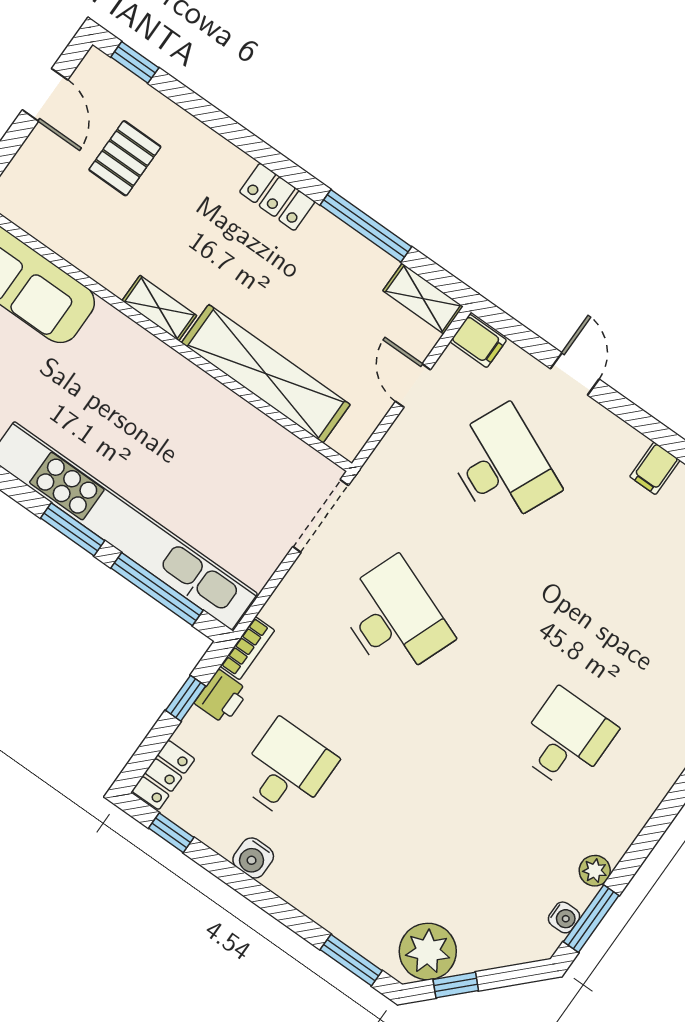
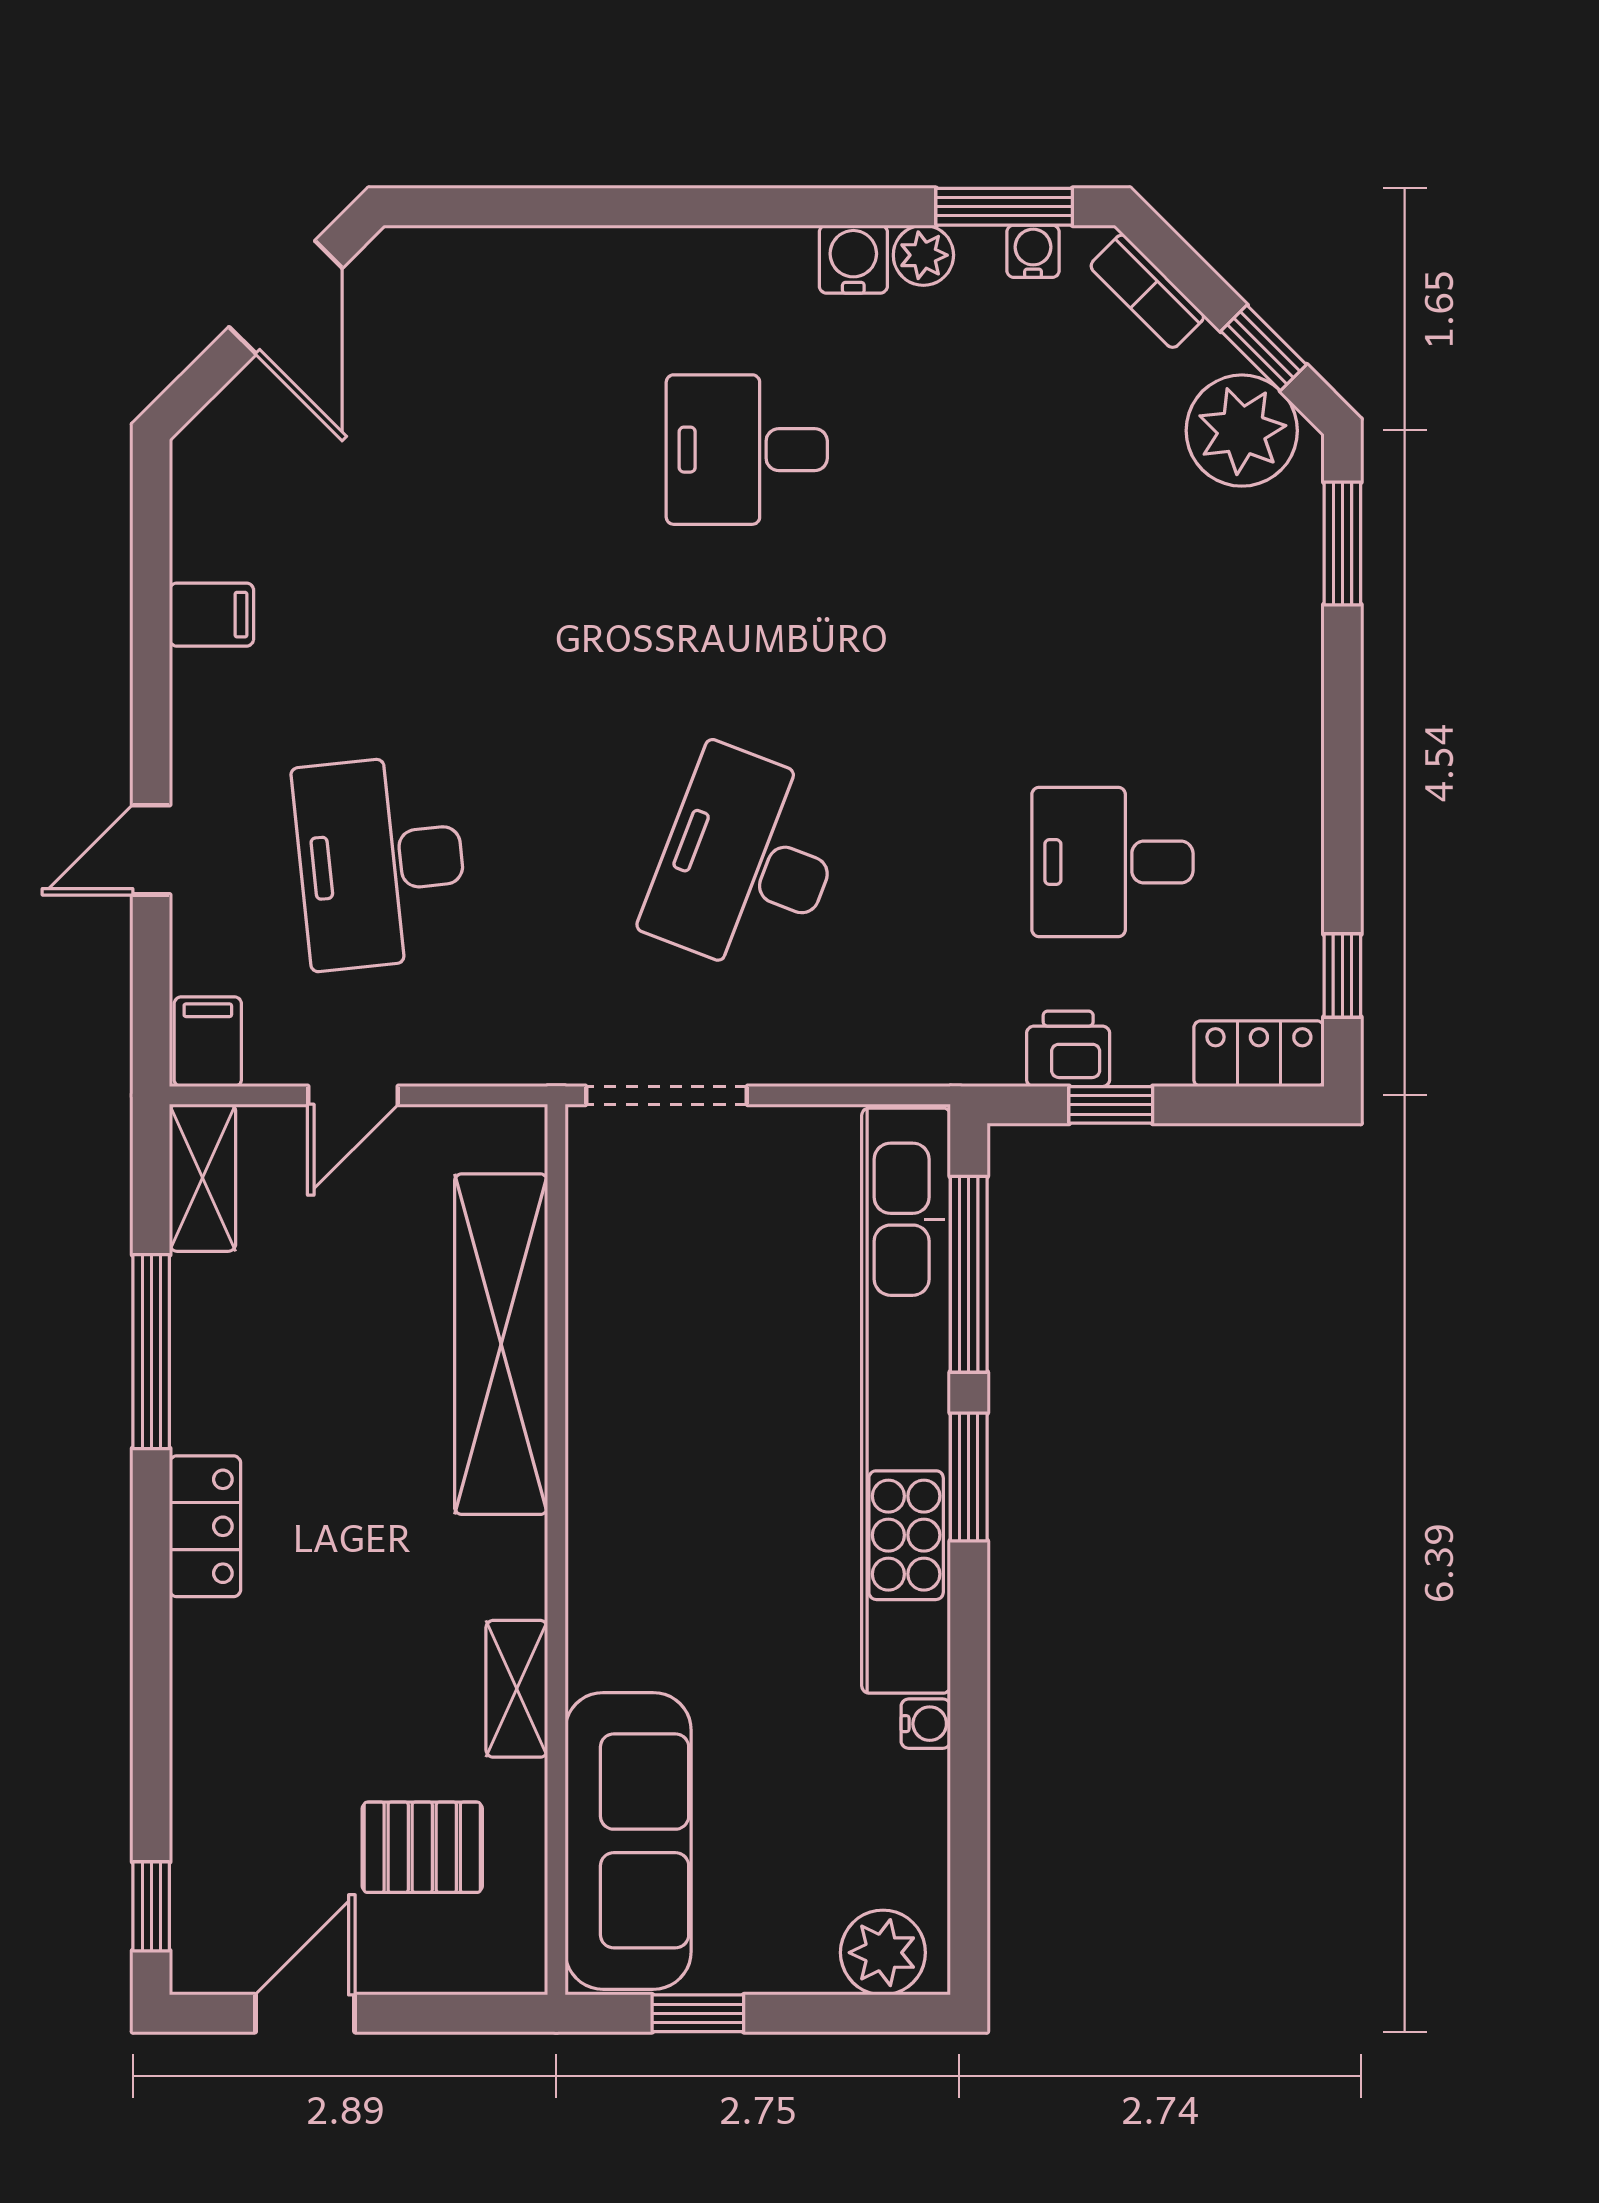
pallet: (125, 158) -> (422, 1847), moved
shelving: (159, 308) -> (517, 1689), moved
desk: (502, 466) -> (381, 862), turned -30
bookcase: (247, 648) -> (1147, 291), moved, turned -135
water cooler: (253, 858) -> (853, 259), moved, turned -90

